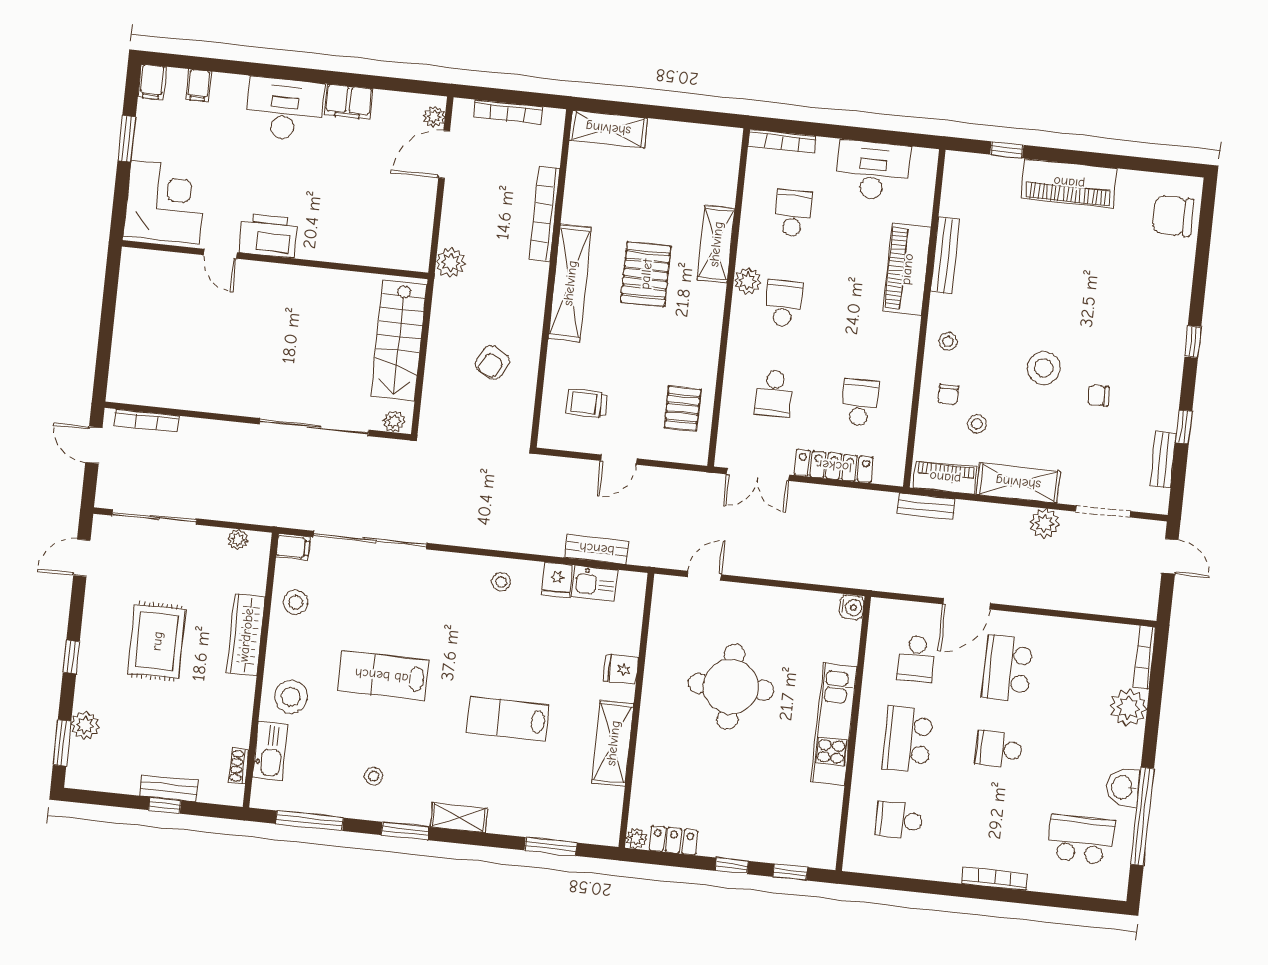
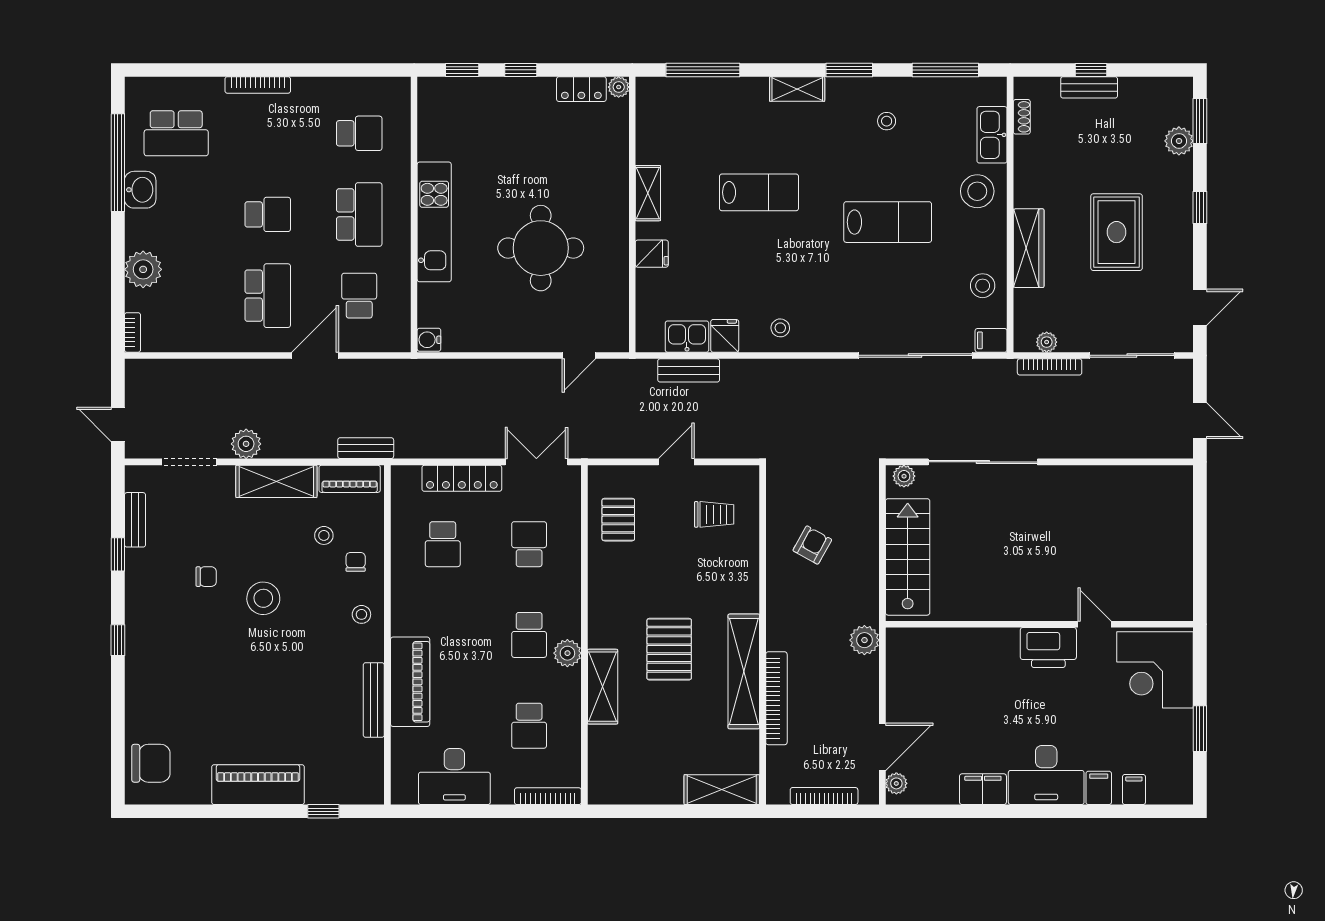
filing cabinet: (152, 82) -> (1099, 788), moved
shelving: (570, 283) -> (744, 671), moved
bookcase: (146, 421) -> (1050, 367), moved, turned 180
bookcase: (1145, 657) -> (132, 332), width x0.64
shelving: (613, 743) -> (648, 193), width x0.67, depth x0.75
window: (551, 846) -> (703, 70), width x1.44

